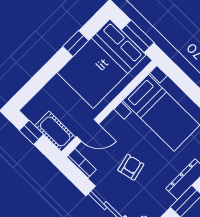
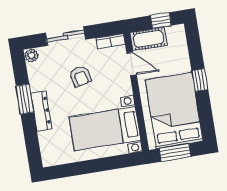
window: (76, 43) -> (200, 80), moved
door: (88, 130) -> (132, 64), swing flipped

